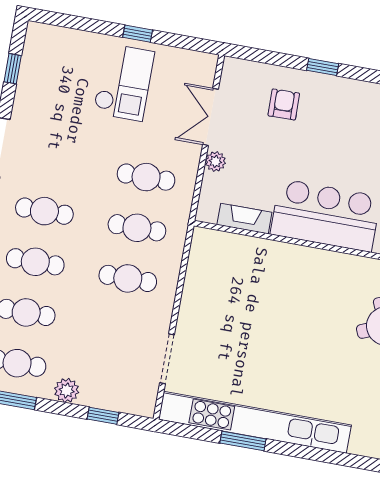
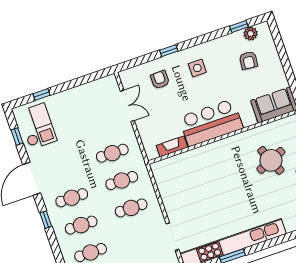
window: (138, 34) -> (41, 95), moved
checkout: (124, 82) -> (37, 126), moved
double door: (211, 117) -> (127, 106), swing flipped
side table: (352, 119) -> (197, 68), added
plant: (215, 161) -> (142, 126), removed

